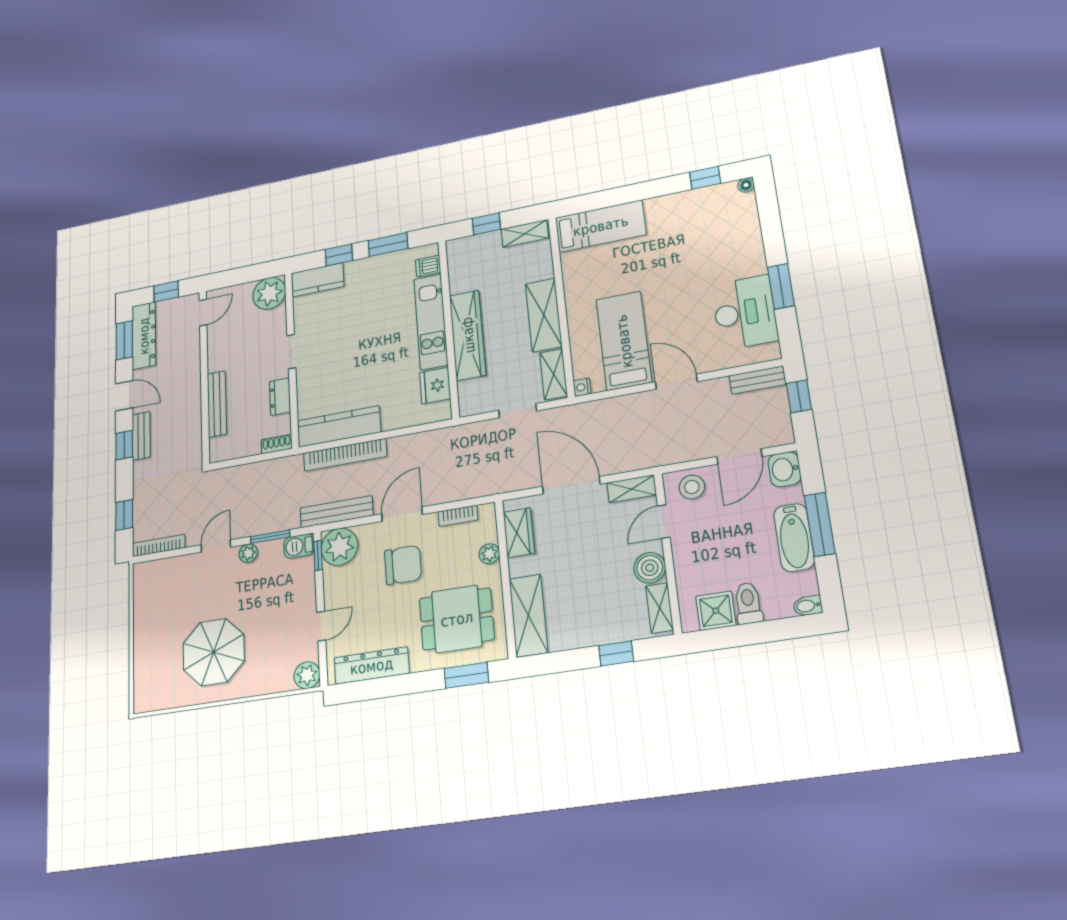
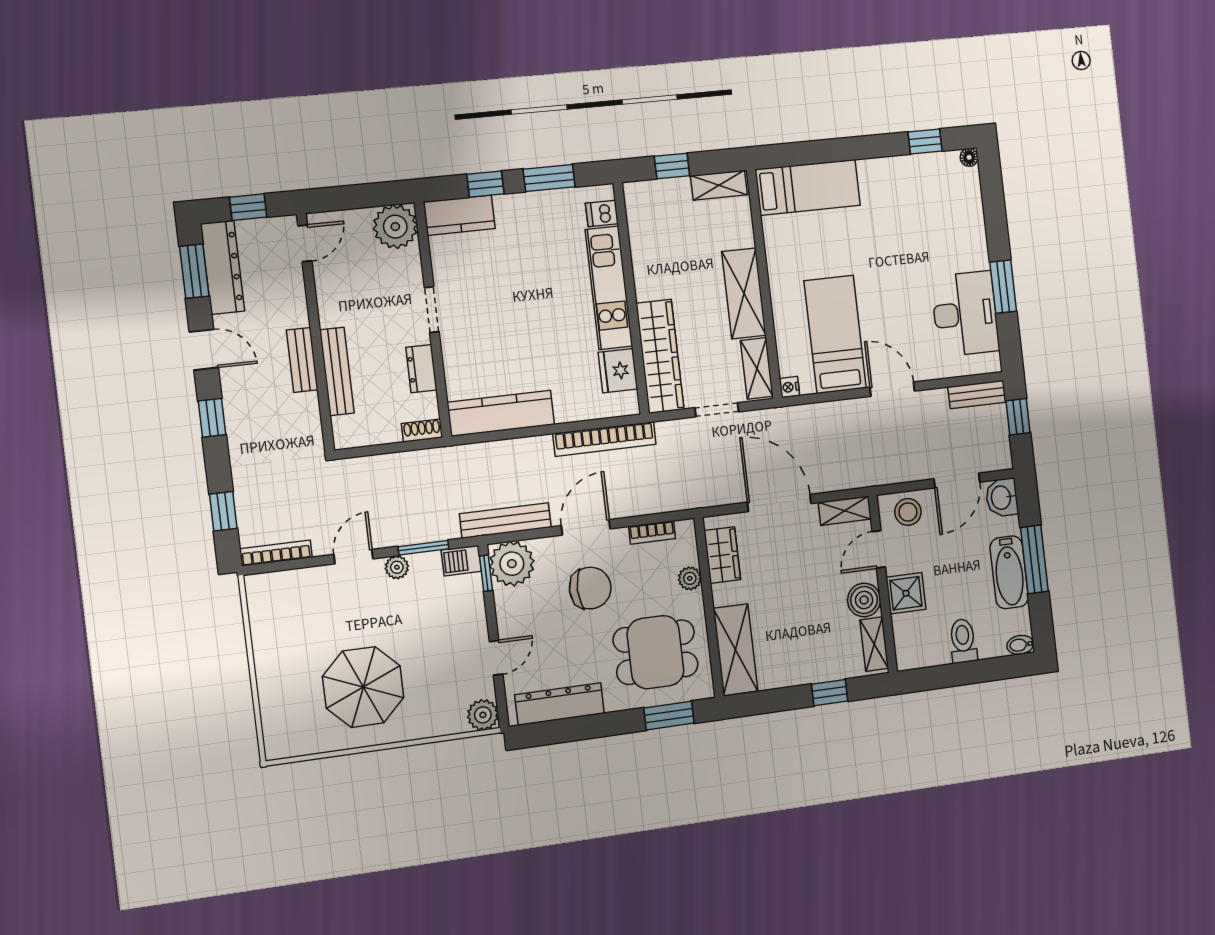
wardrobe: (468, 335) -> (660, 356), moved
bench: (141, 436) -> (302, 360), moved
bookcase: (345, 455) -> (605, 439), moved
shower: (716, 611) -> (906, 593), moved

